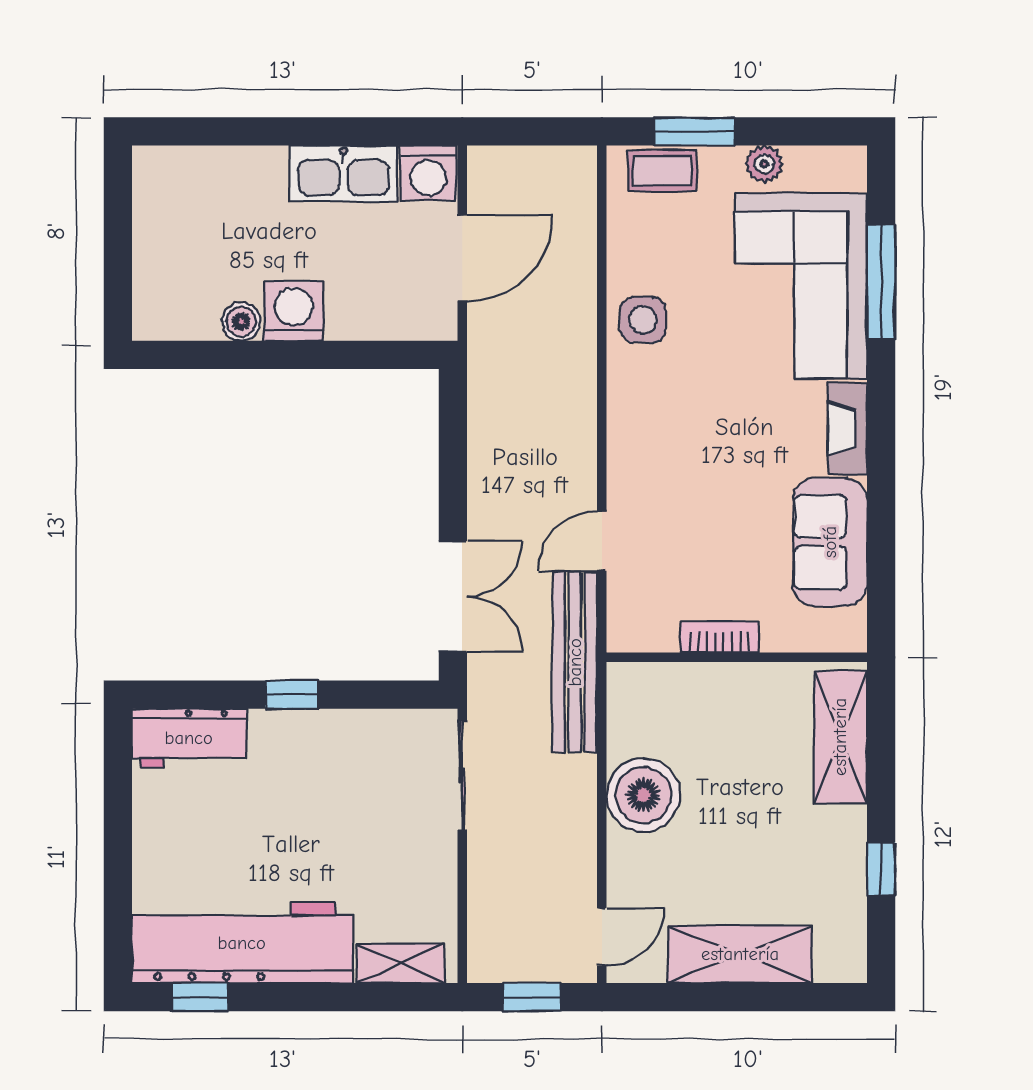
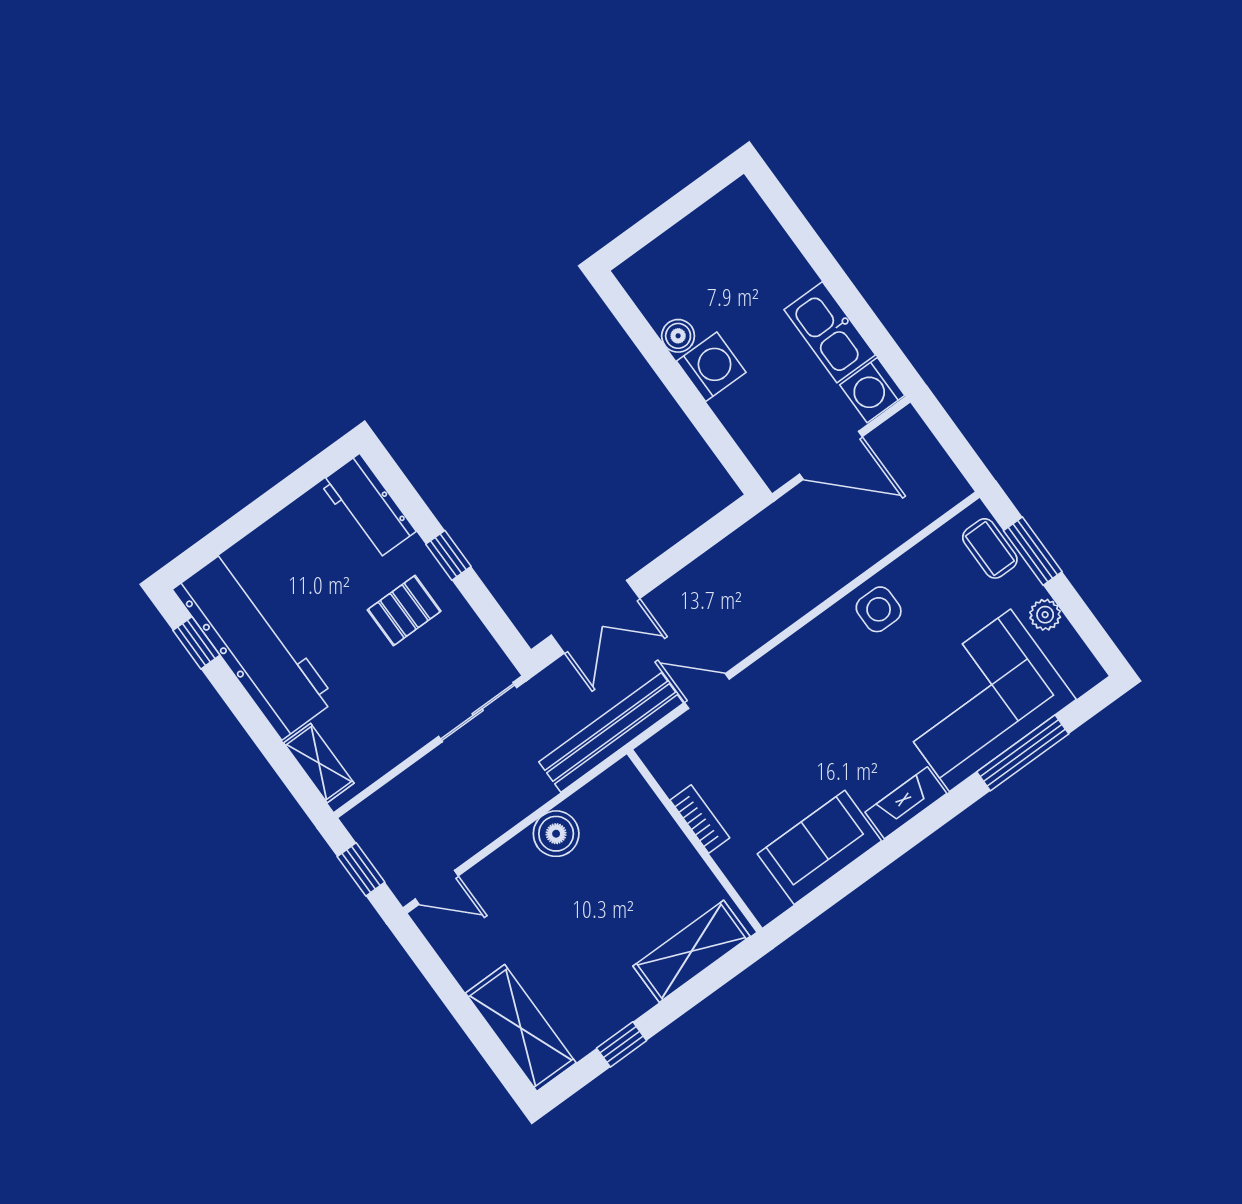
pallet: (314, 775) -> (404, 611), added
boiler: (643, 795) -> (556, 834), width x0.73, depth x0.73
shelving: (740, 954) -> (521, 1028), moved

